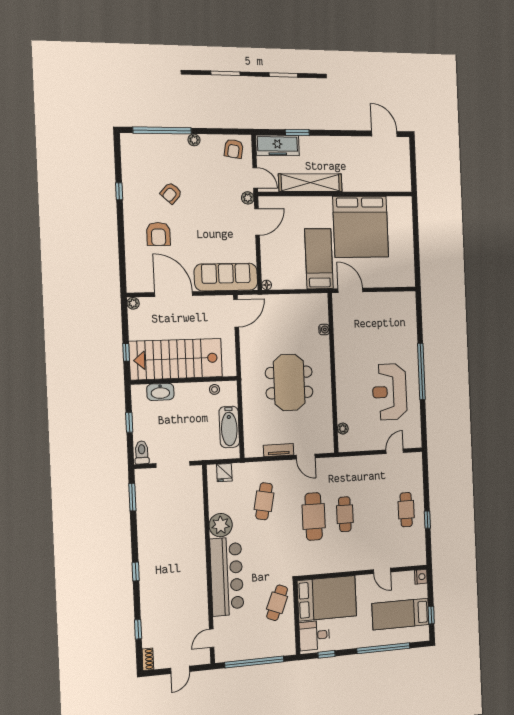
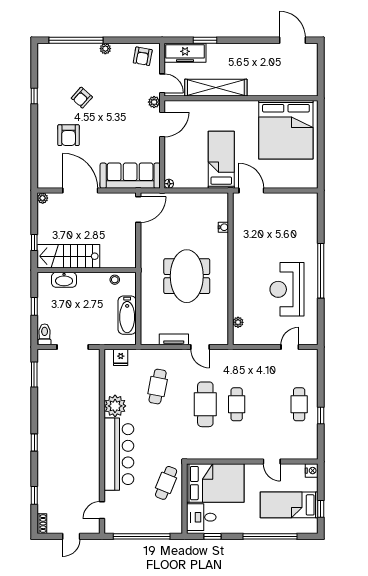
bed: (361, 227) -> (286, 130), moved
stairs: (176, 359) -> (68, 256), width x0.73, depth x0.66

